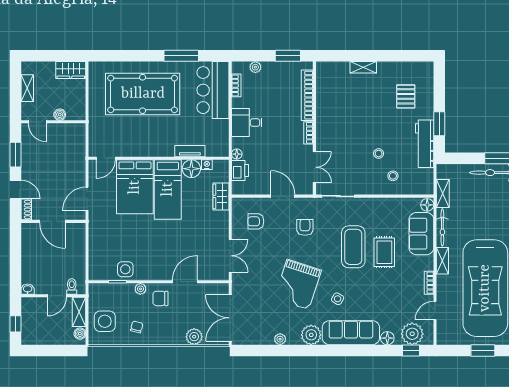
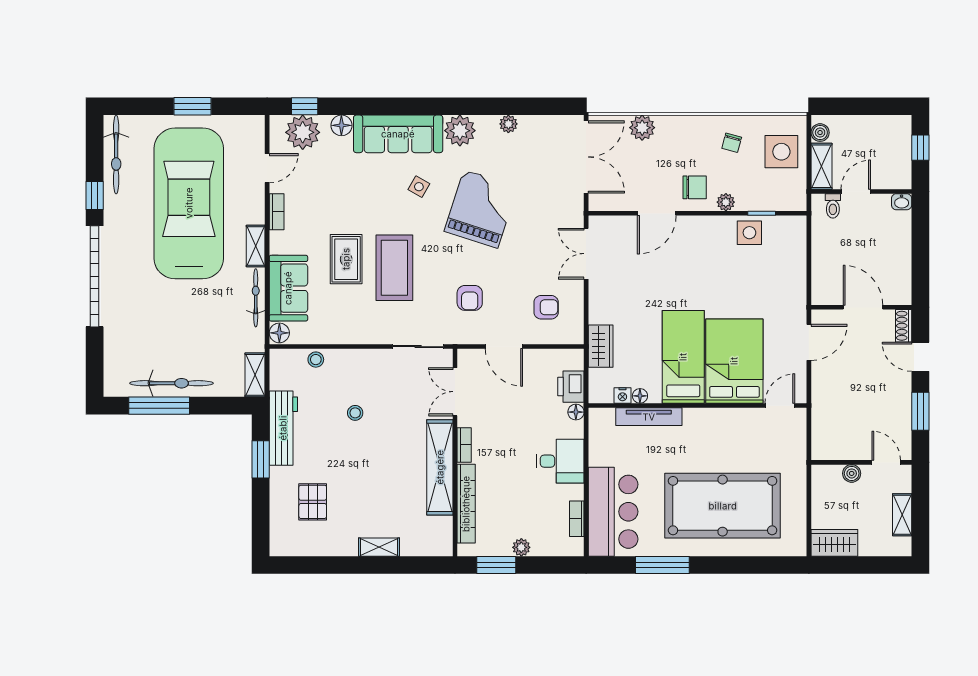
plant: (255, 67) -> (521, 547), moved
shelving: (324, 118) -> (440, 467), added
tv unit: (190, 151) -> (649, 417), width x1.41
floor lamp: (191, 169) -> (640, 396), width x0.53, depth x0.53
stool: (393, 176) -> (316, 360), moved
shelving: (443, 193) -> (255, 375), moved

